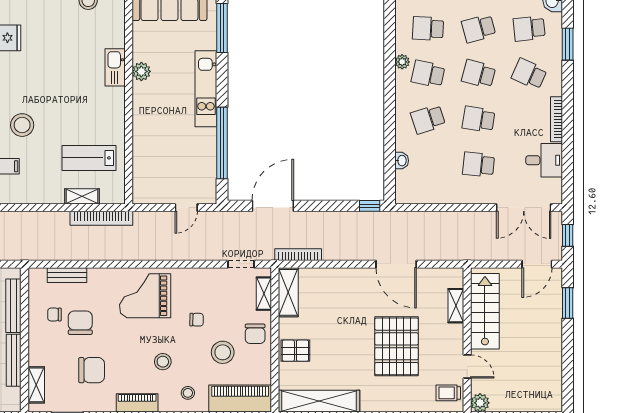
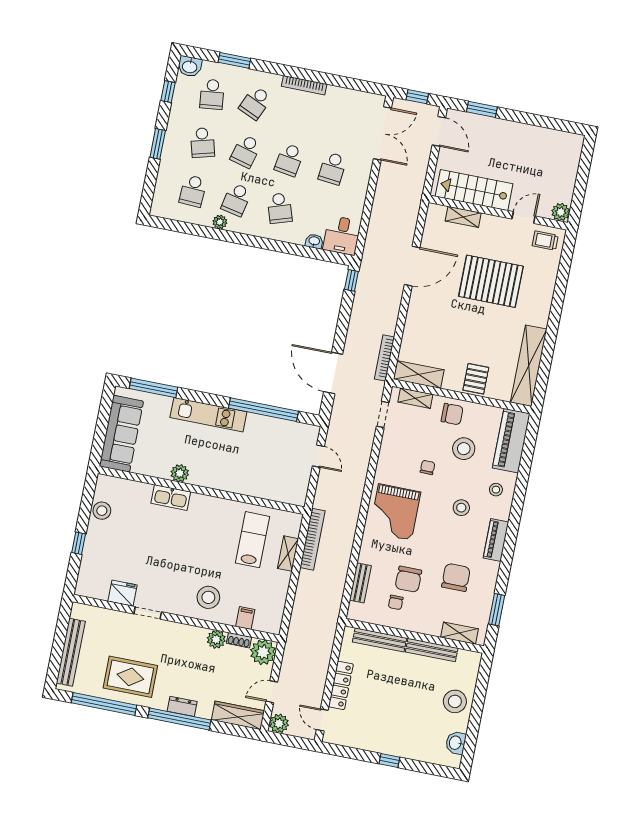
lab bench: (89, 158) -> (253, 540), turned 180
desk: (544, 160) -> (342, 235), moved, turned 180
chair: (80, 323) -> (408, 579), turned -90
trolley: (448, 393) -> (545, 241), turned 90

